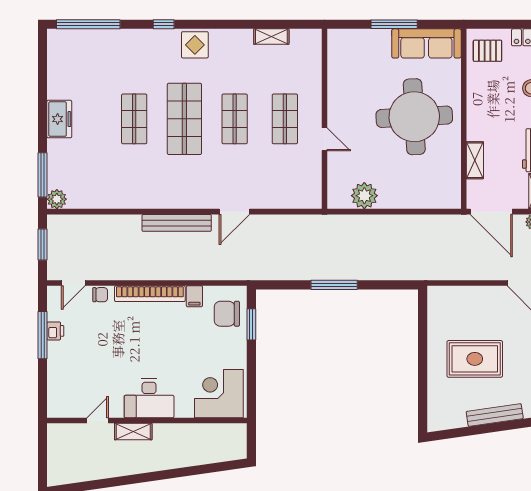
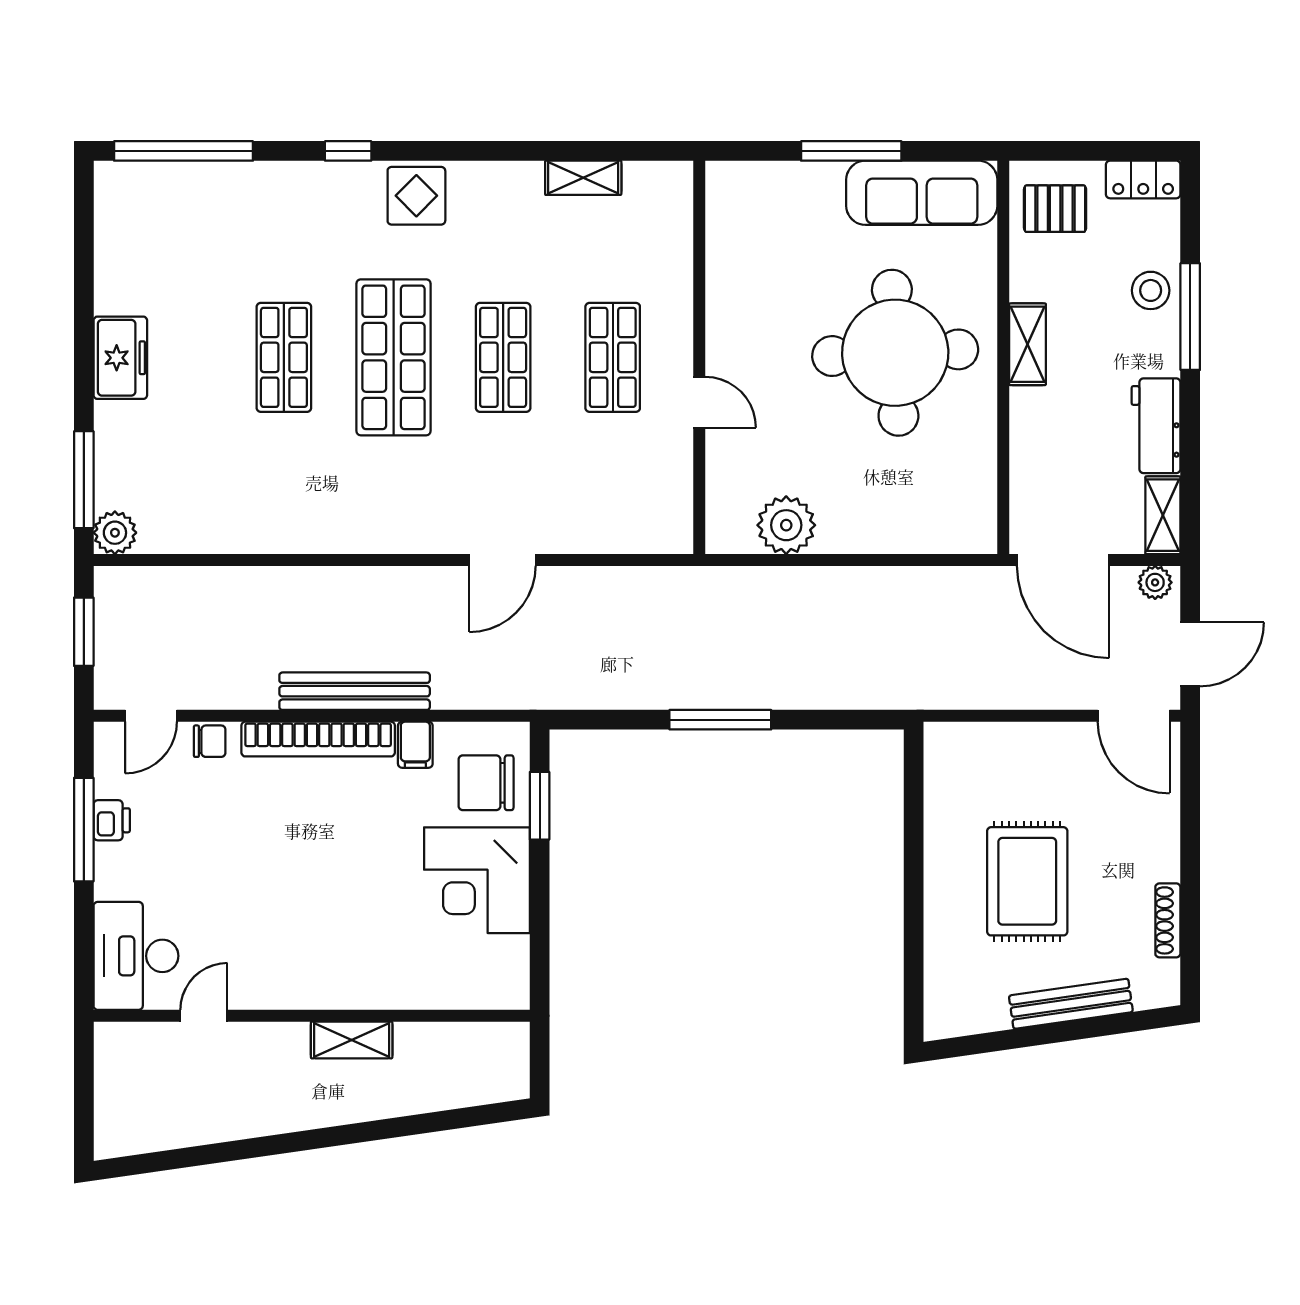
shelving: (475, 160) -> (1027, 344), moved
bench: (177, 223) -> (355, 691), moved
rug: (475, 359) -> (1027, 881), turned 90
corner desk: (219, 394) -> (477, 880), moved, turned -90
desk: (149, 398) -> (136, 956), moved, turned 90
shelving: (133, 432) -> (352, 1040), moved

